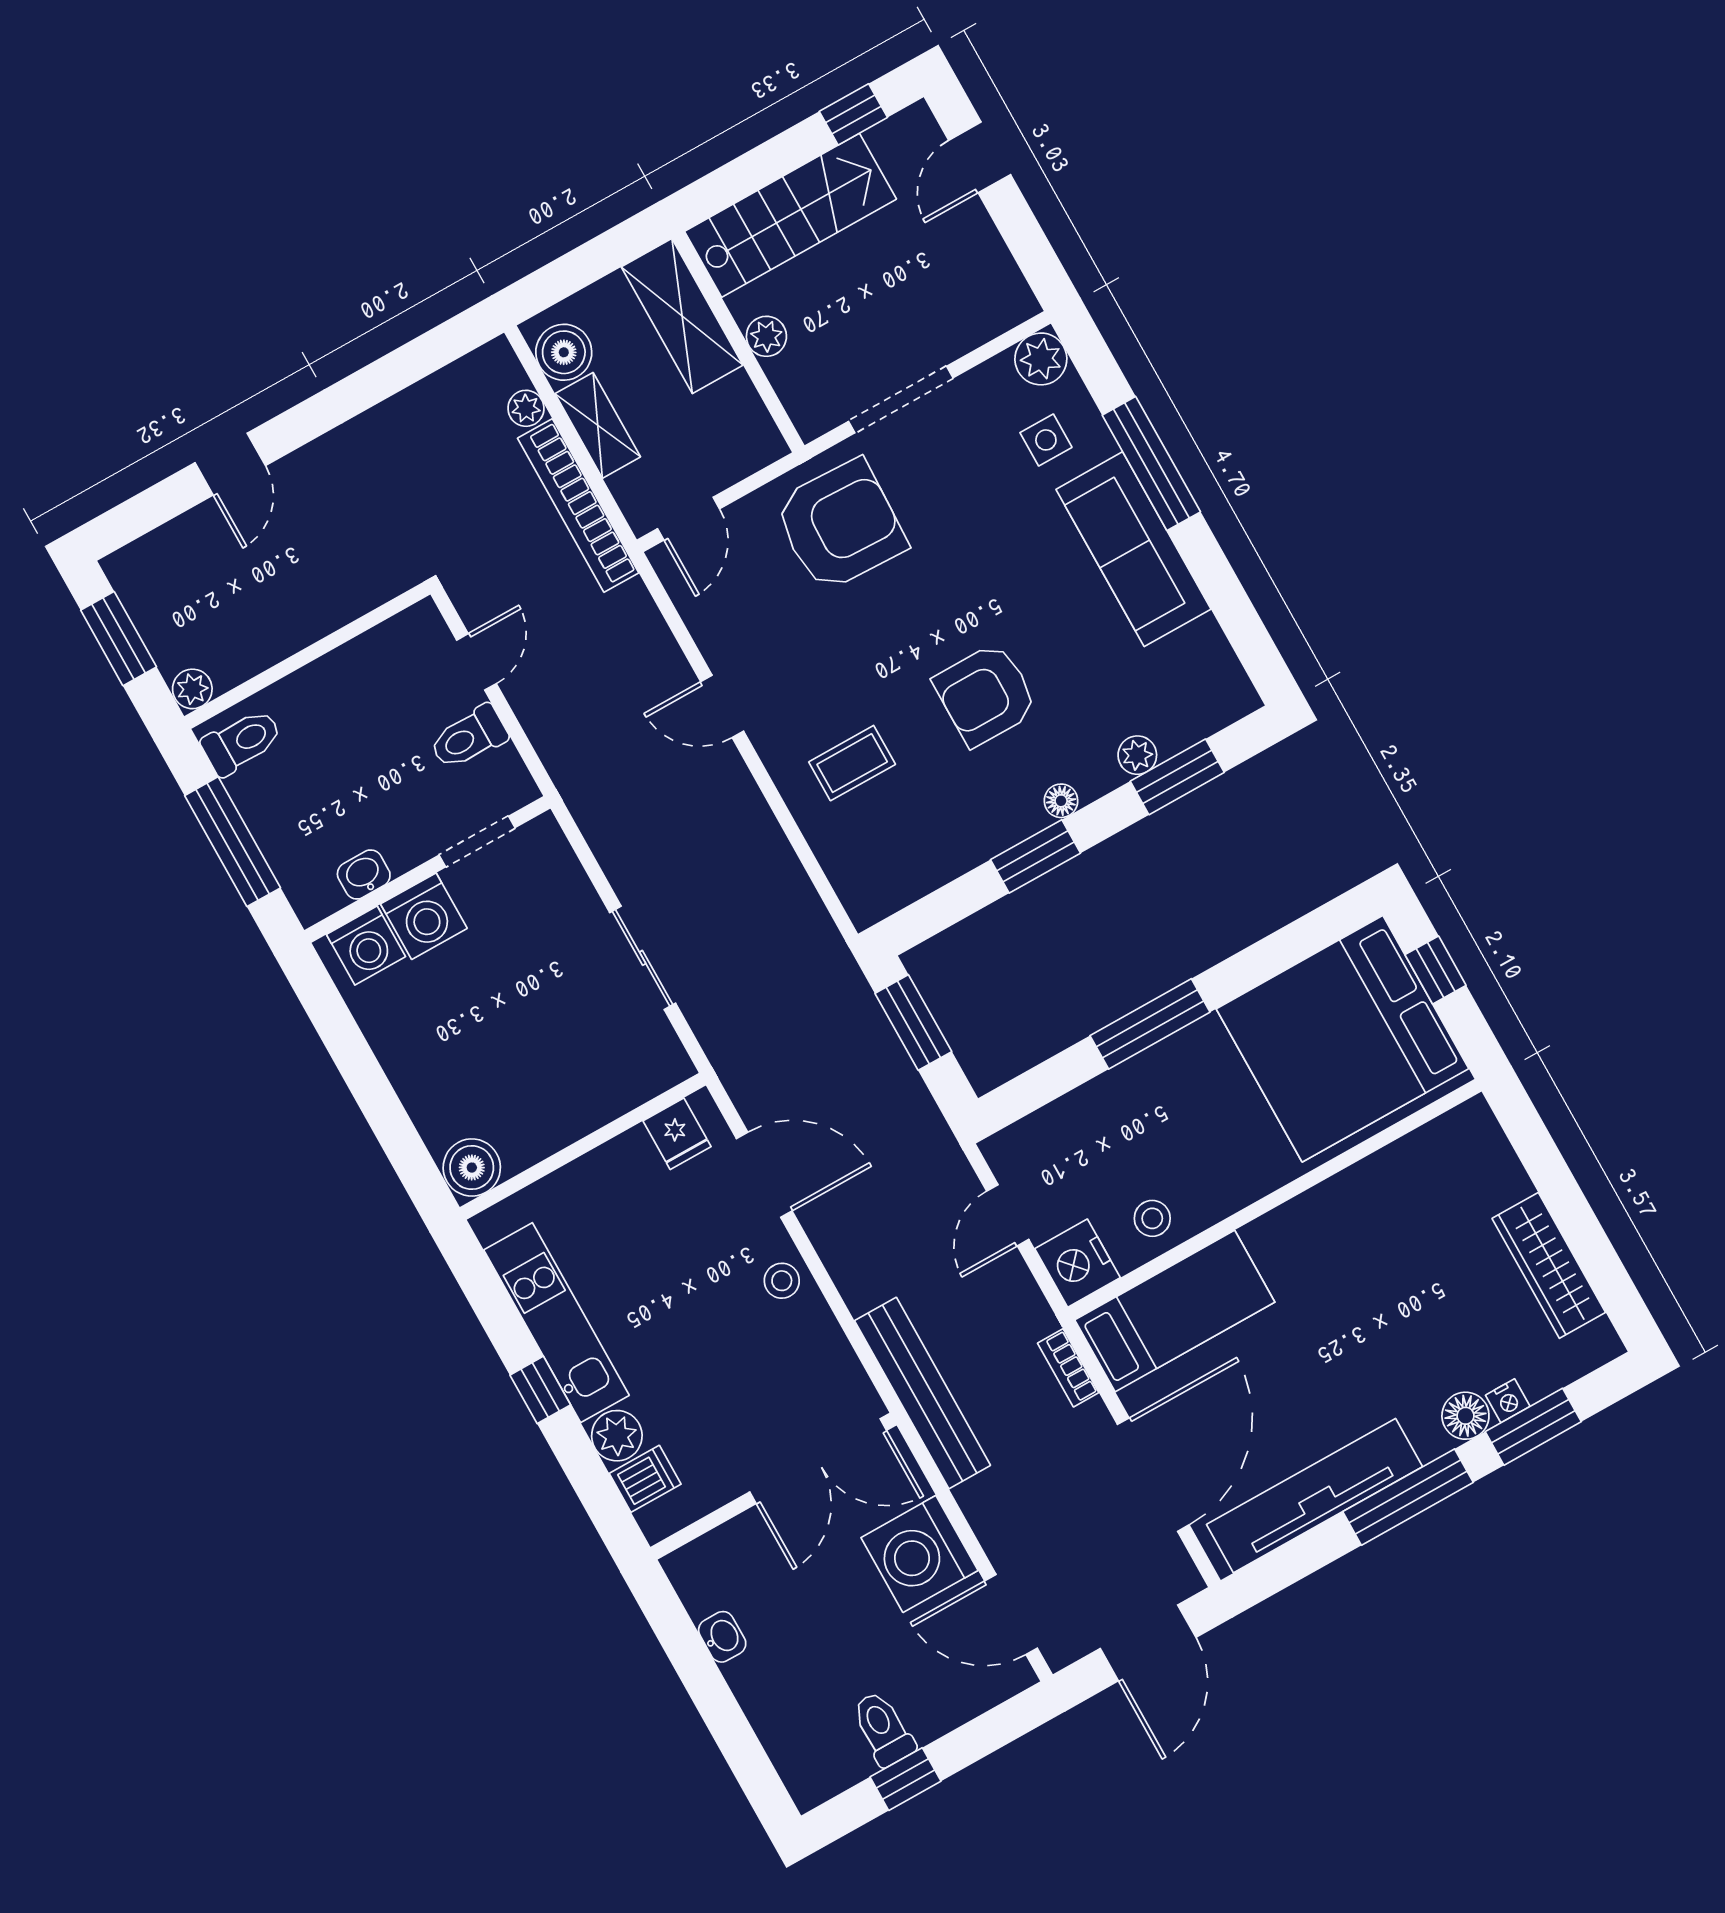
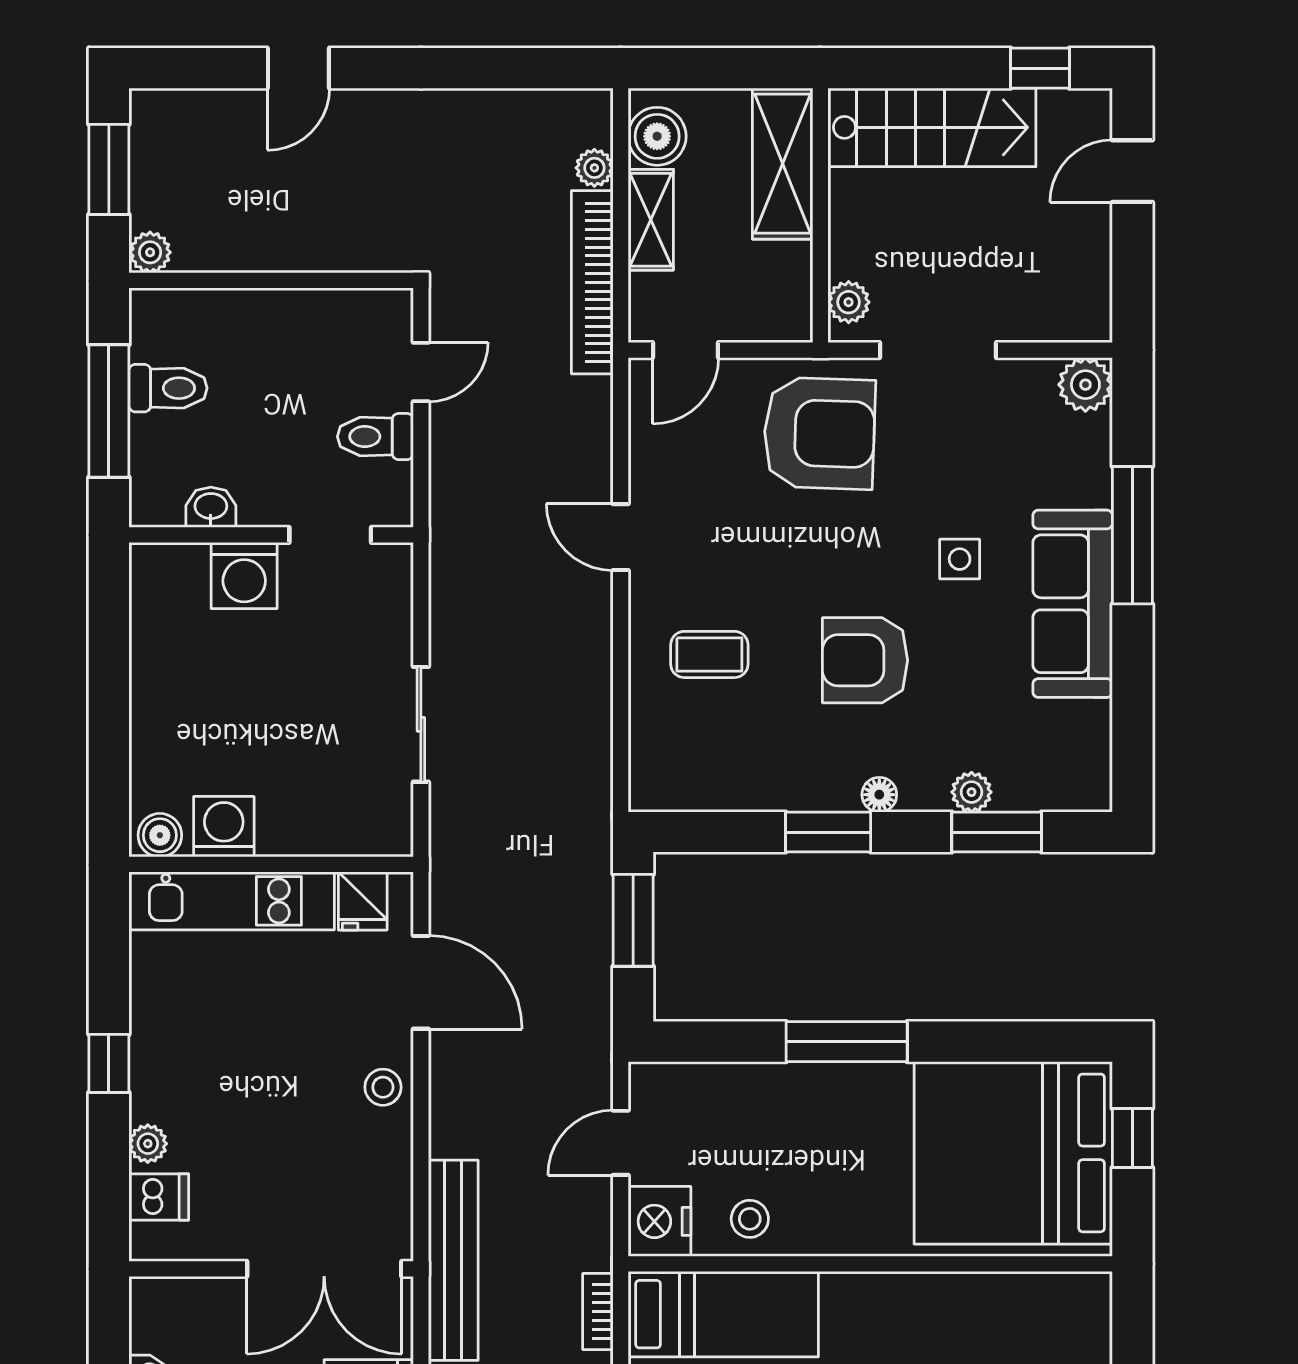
plant: (766, 336) -> (849, 302), moved
side table: (1046, 440) -> (960, 559), moved
toilet: (242, 742) -> (168, 388), moved
washing machine: (366, 946) -> (224, 827), moved, turned 180
boiler: (472, 1168) -> (160, 835), width x0.73, depth x0.73
kitchen unit: (557, 1323) -> (232, 901), moved, turned 90
plant: (617, 1436) -> (148, 1144), width x0.73, depth x0.73

